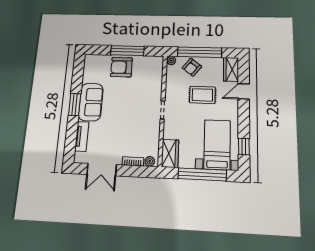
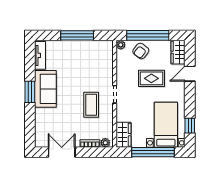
armchair: (121, 67) -> (72, 53), removed
coffee table: (137, 120) -> (91, 105), added
tv unit: (82, 136) -> (40, 55), moved
double door: (102, 170) -> (62, 152), swing flipped

